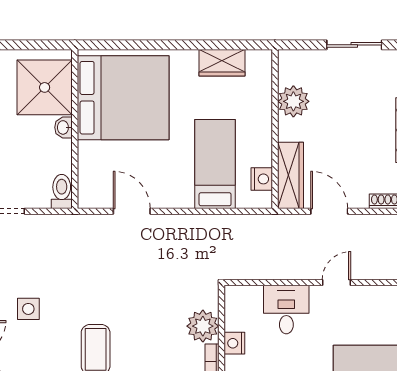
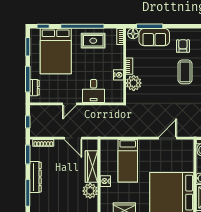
wardrobe: (290, 175) -> (92, 166), moved
nightstand: (262, 179) -> (105, 181), moved
door: (132, 211) -> (168, 138), swing flipped

